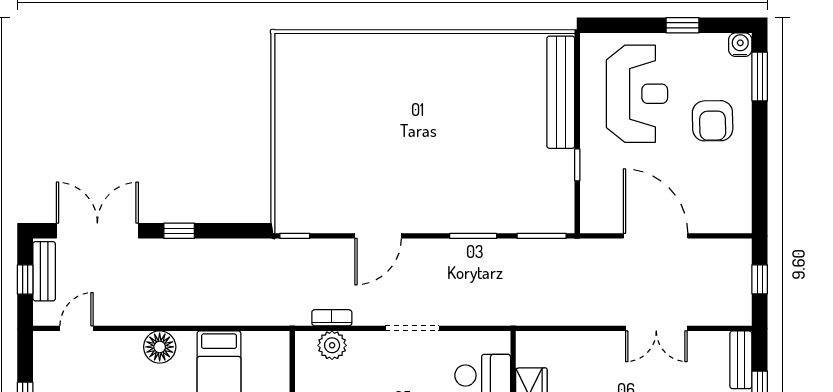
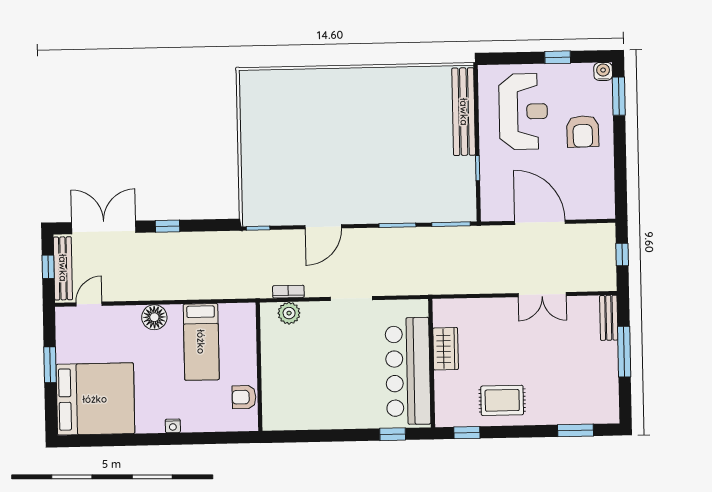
bench: (44, 271) -> (63, 268), width x1.36

